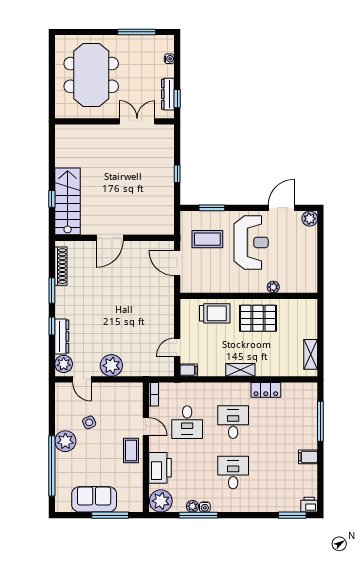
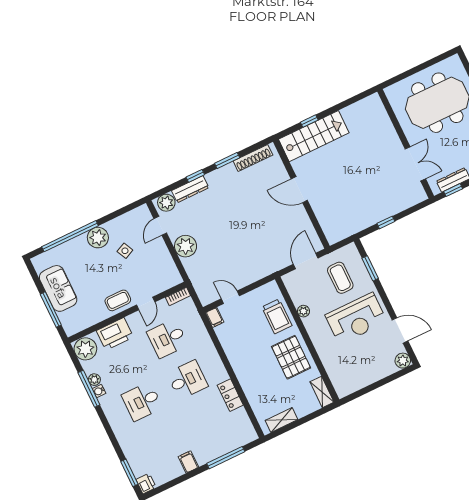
plant: (273, 287) -> (303, 311), moved
shelving: (240, 370) -> (322, 392), moved
desk: (233, 473) -> (142, 401), turned 180

